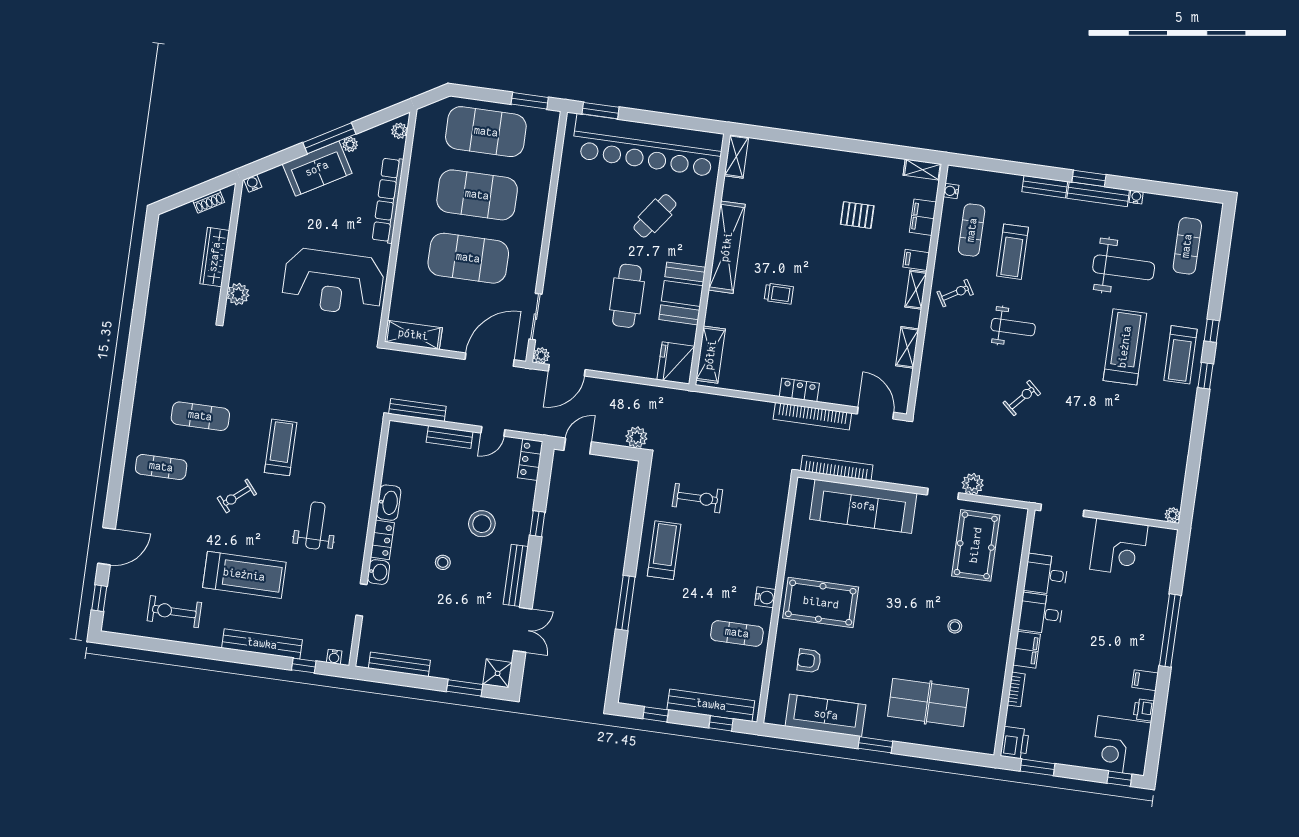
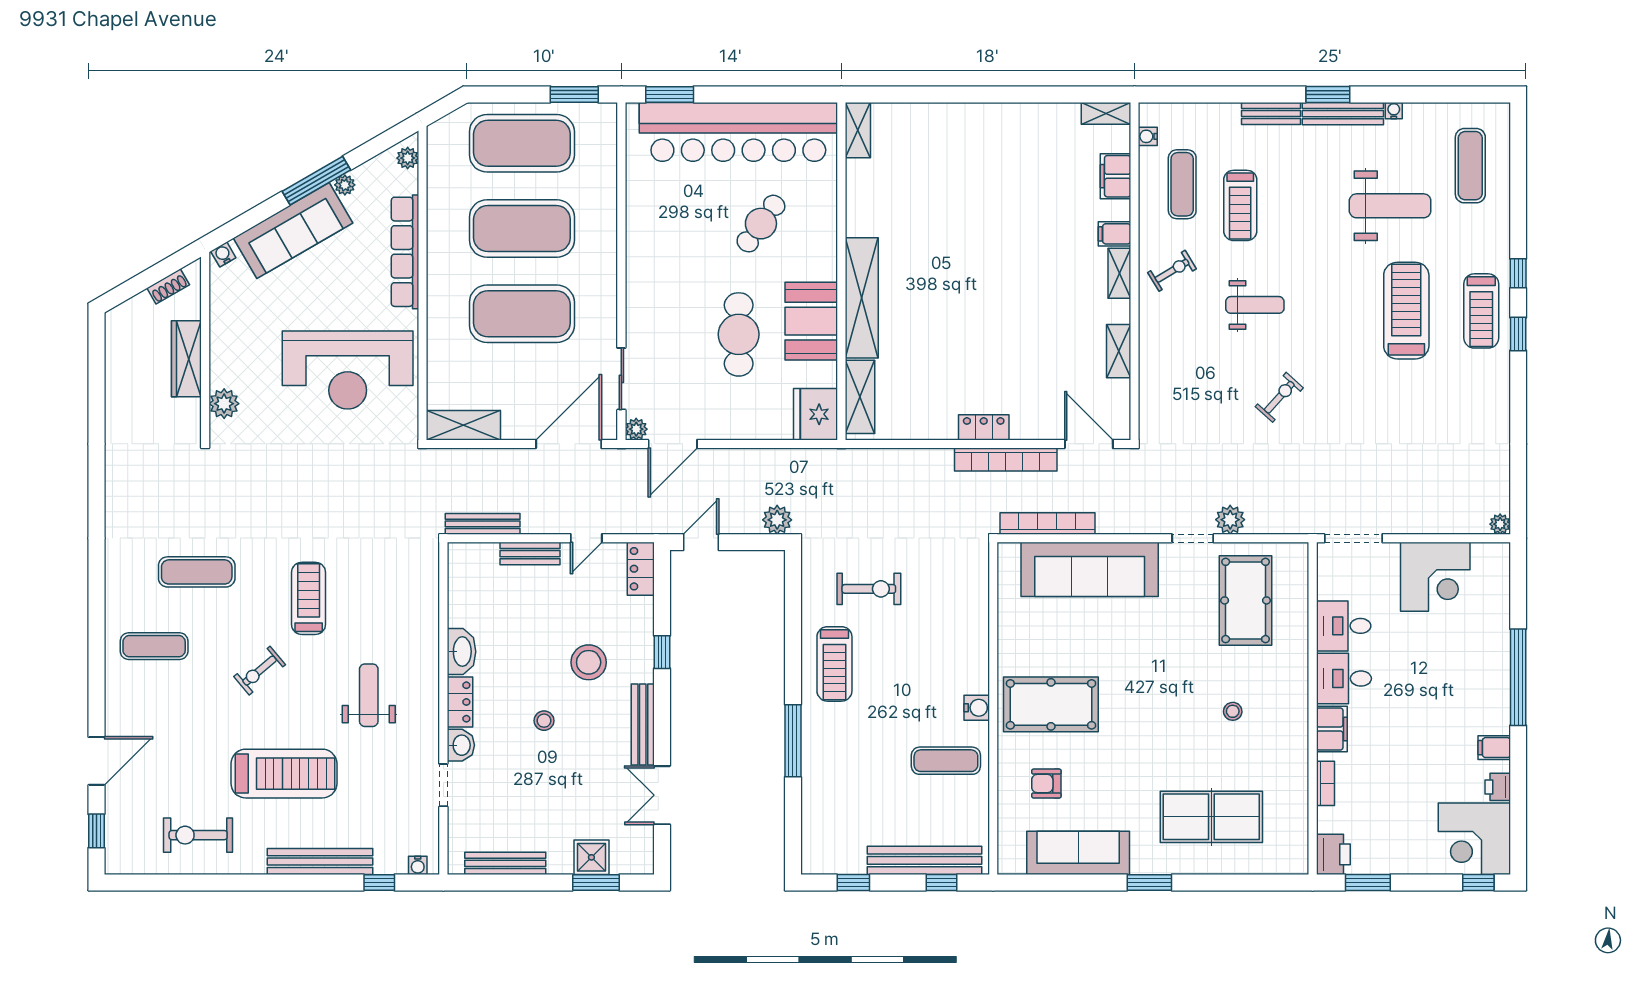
sofa: (317, 169) -> (293, 230), width x1.36
pallet: (857, 215) -> (1028, 185), removed
shelving: (727, 247) -> (862, 298), moved
trolley: (779, 294) -> (939, 304), removed
treadmill: (664, 550) -> (834, 664), turned 180
double door: (523, 630) -> (662, 795), swing flipped
shower: (498, 673) -> (591, 857), moved

